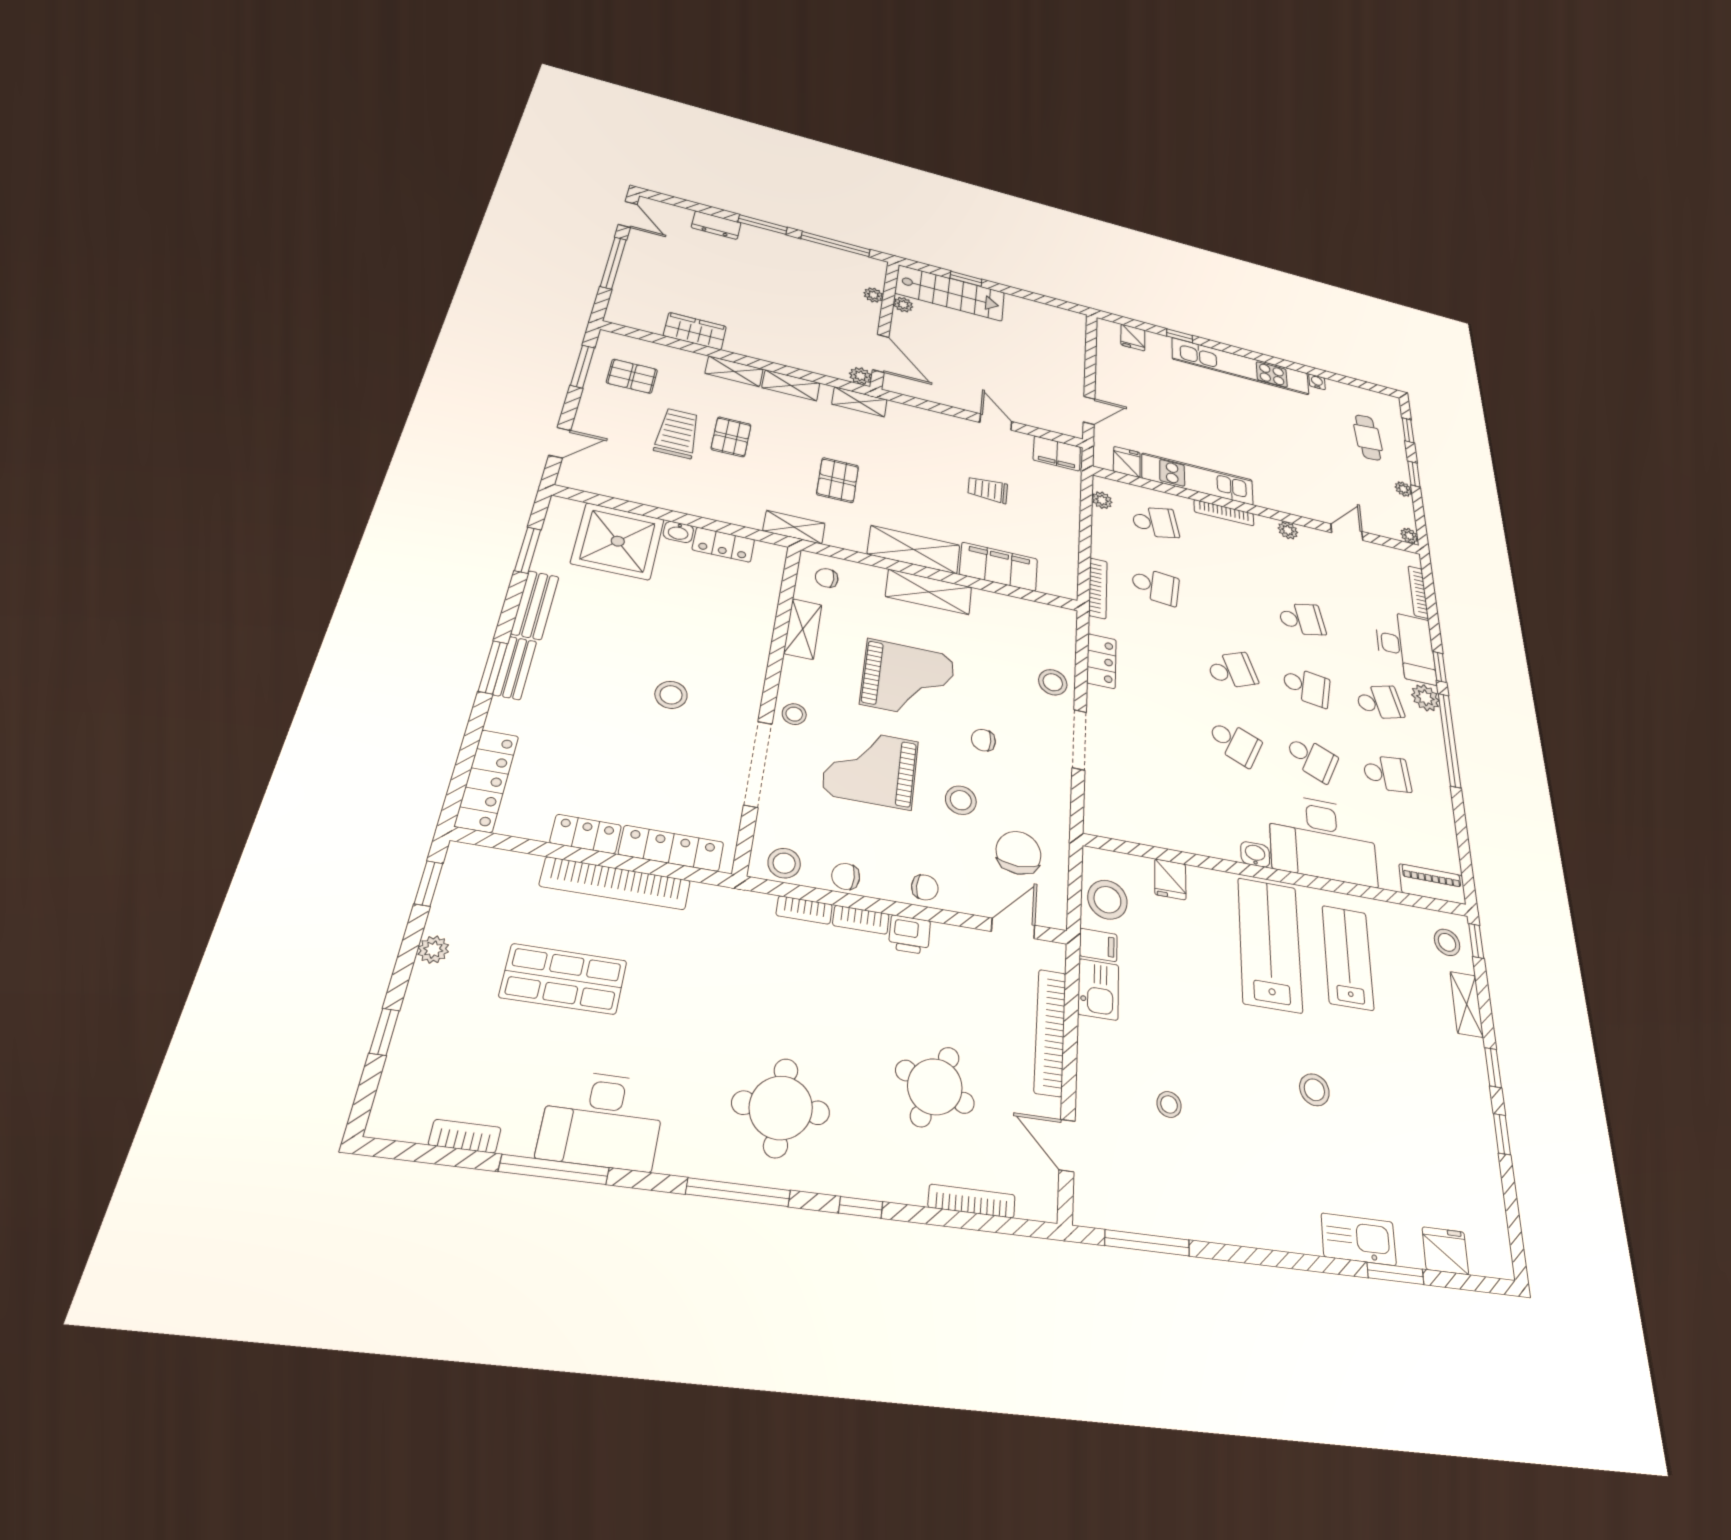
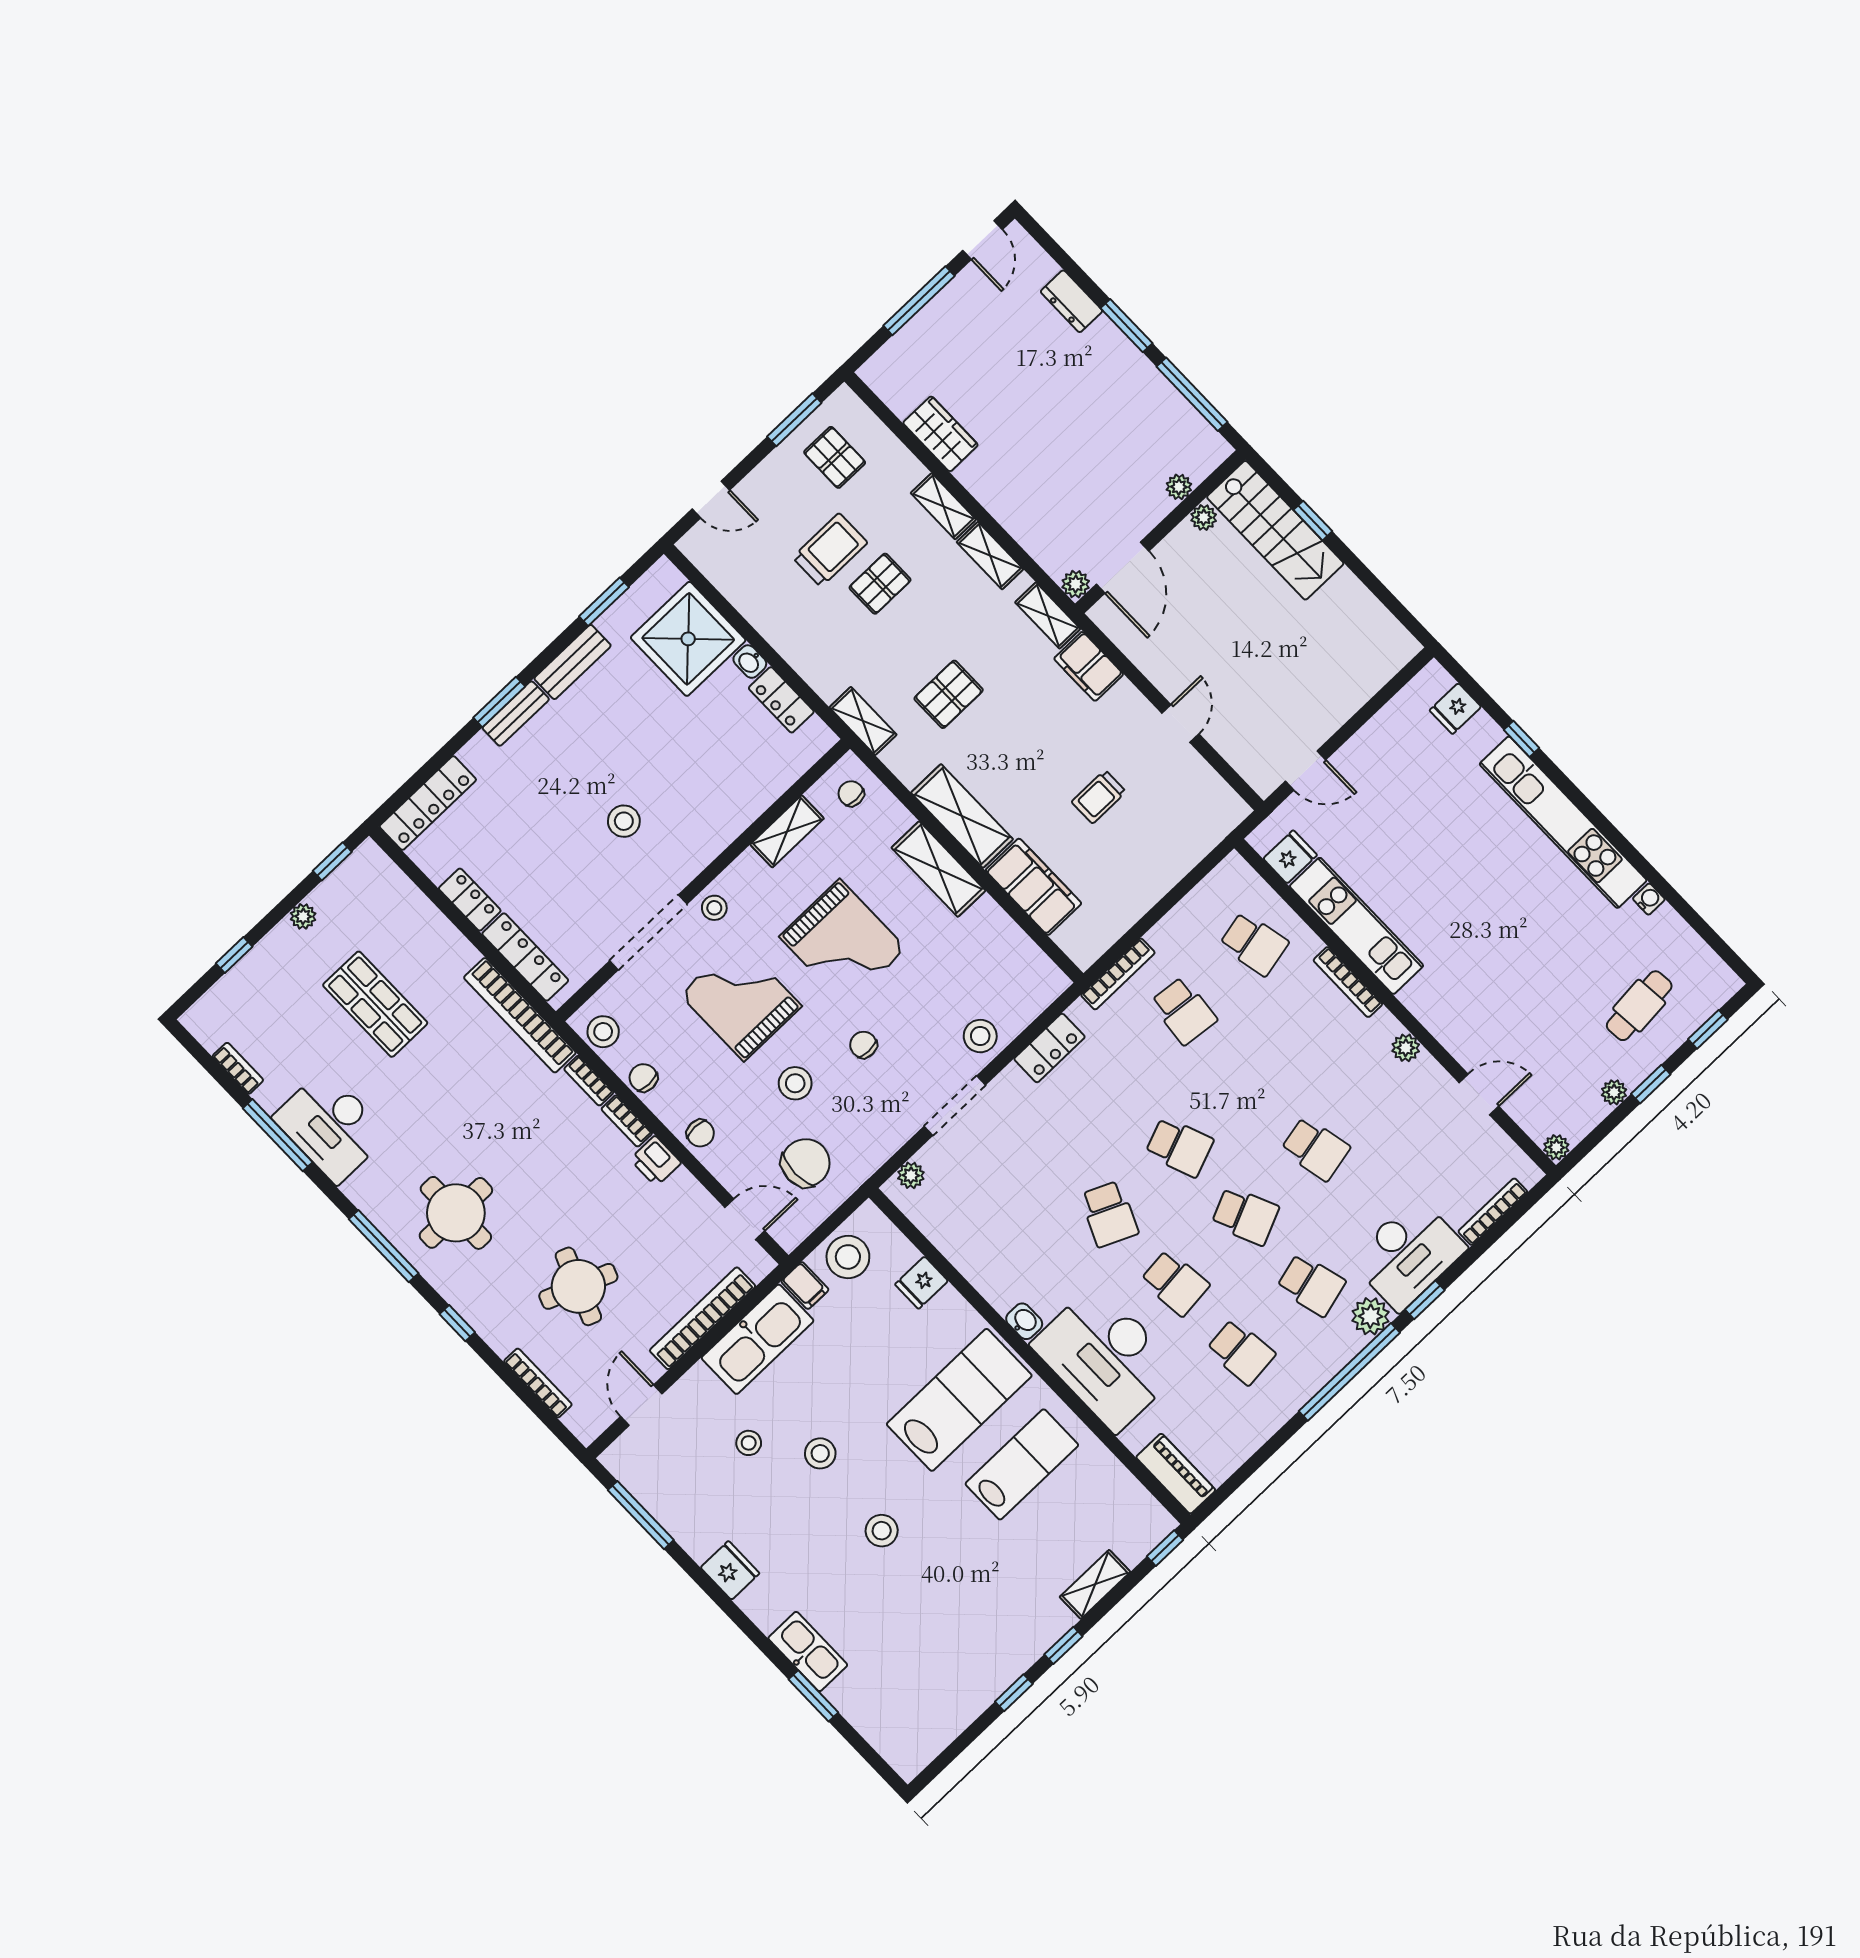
filing cabinet: (1057, 453) -> (1089, 666), moved
trolley: (988, 490) -> (1099, 797), turned -90
plant: (1102, 500) -> (911, 1175), moved
school desk: (1307, 687) -> (1245, 1216), turned -33
school desk: (1312, 758) -> (1175, 1283), turned -30
bookcase: (616, 883) -> (520, 1015), moved
stool: (1447, 942) -> (820, 1453), moved
kitchen sink: (1098, 989) -> (758, 1339), width x1.87, depth x1.24
fridge: (1445, 1251) -> (730, 1570), moved

